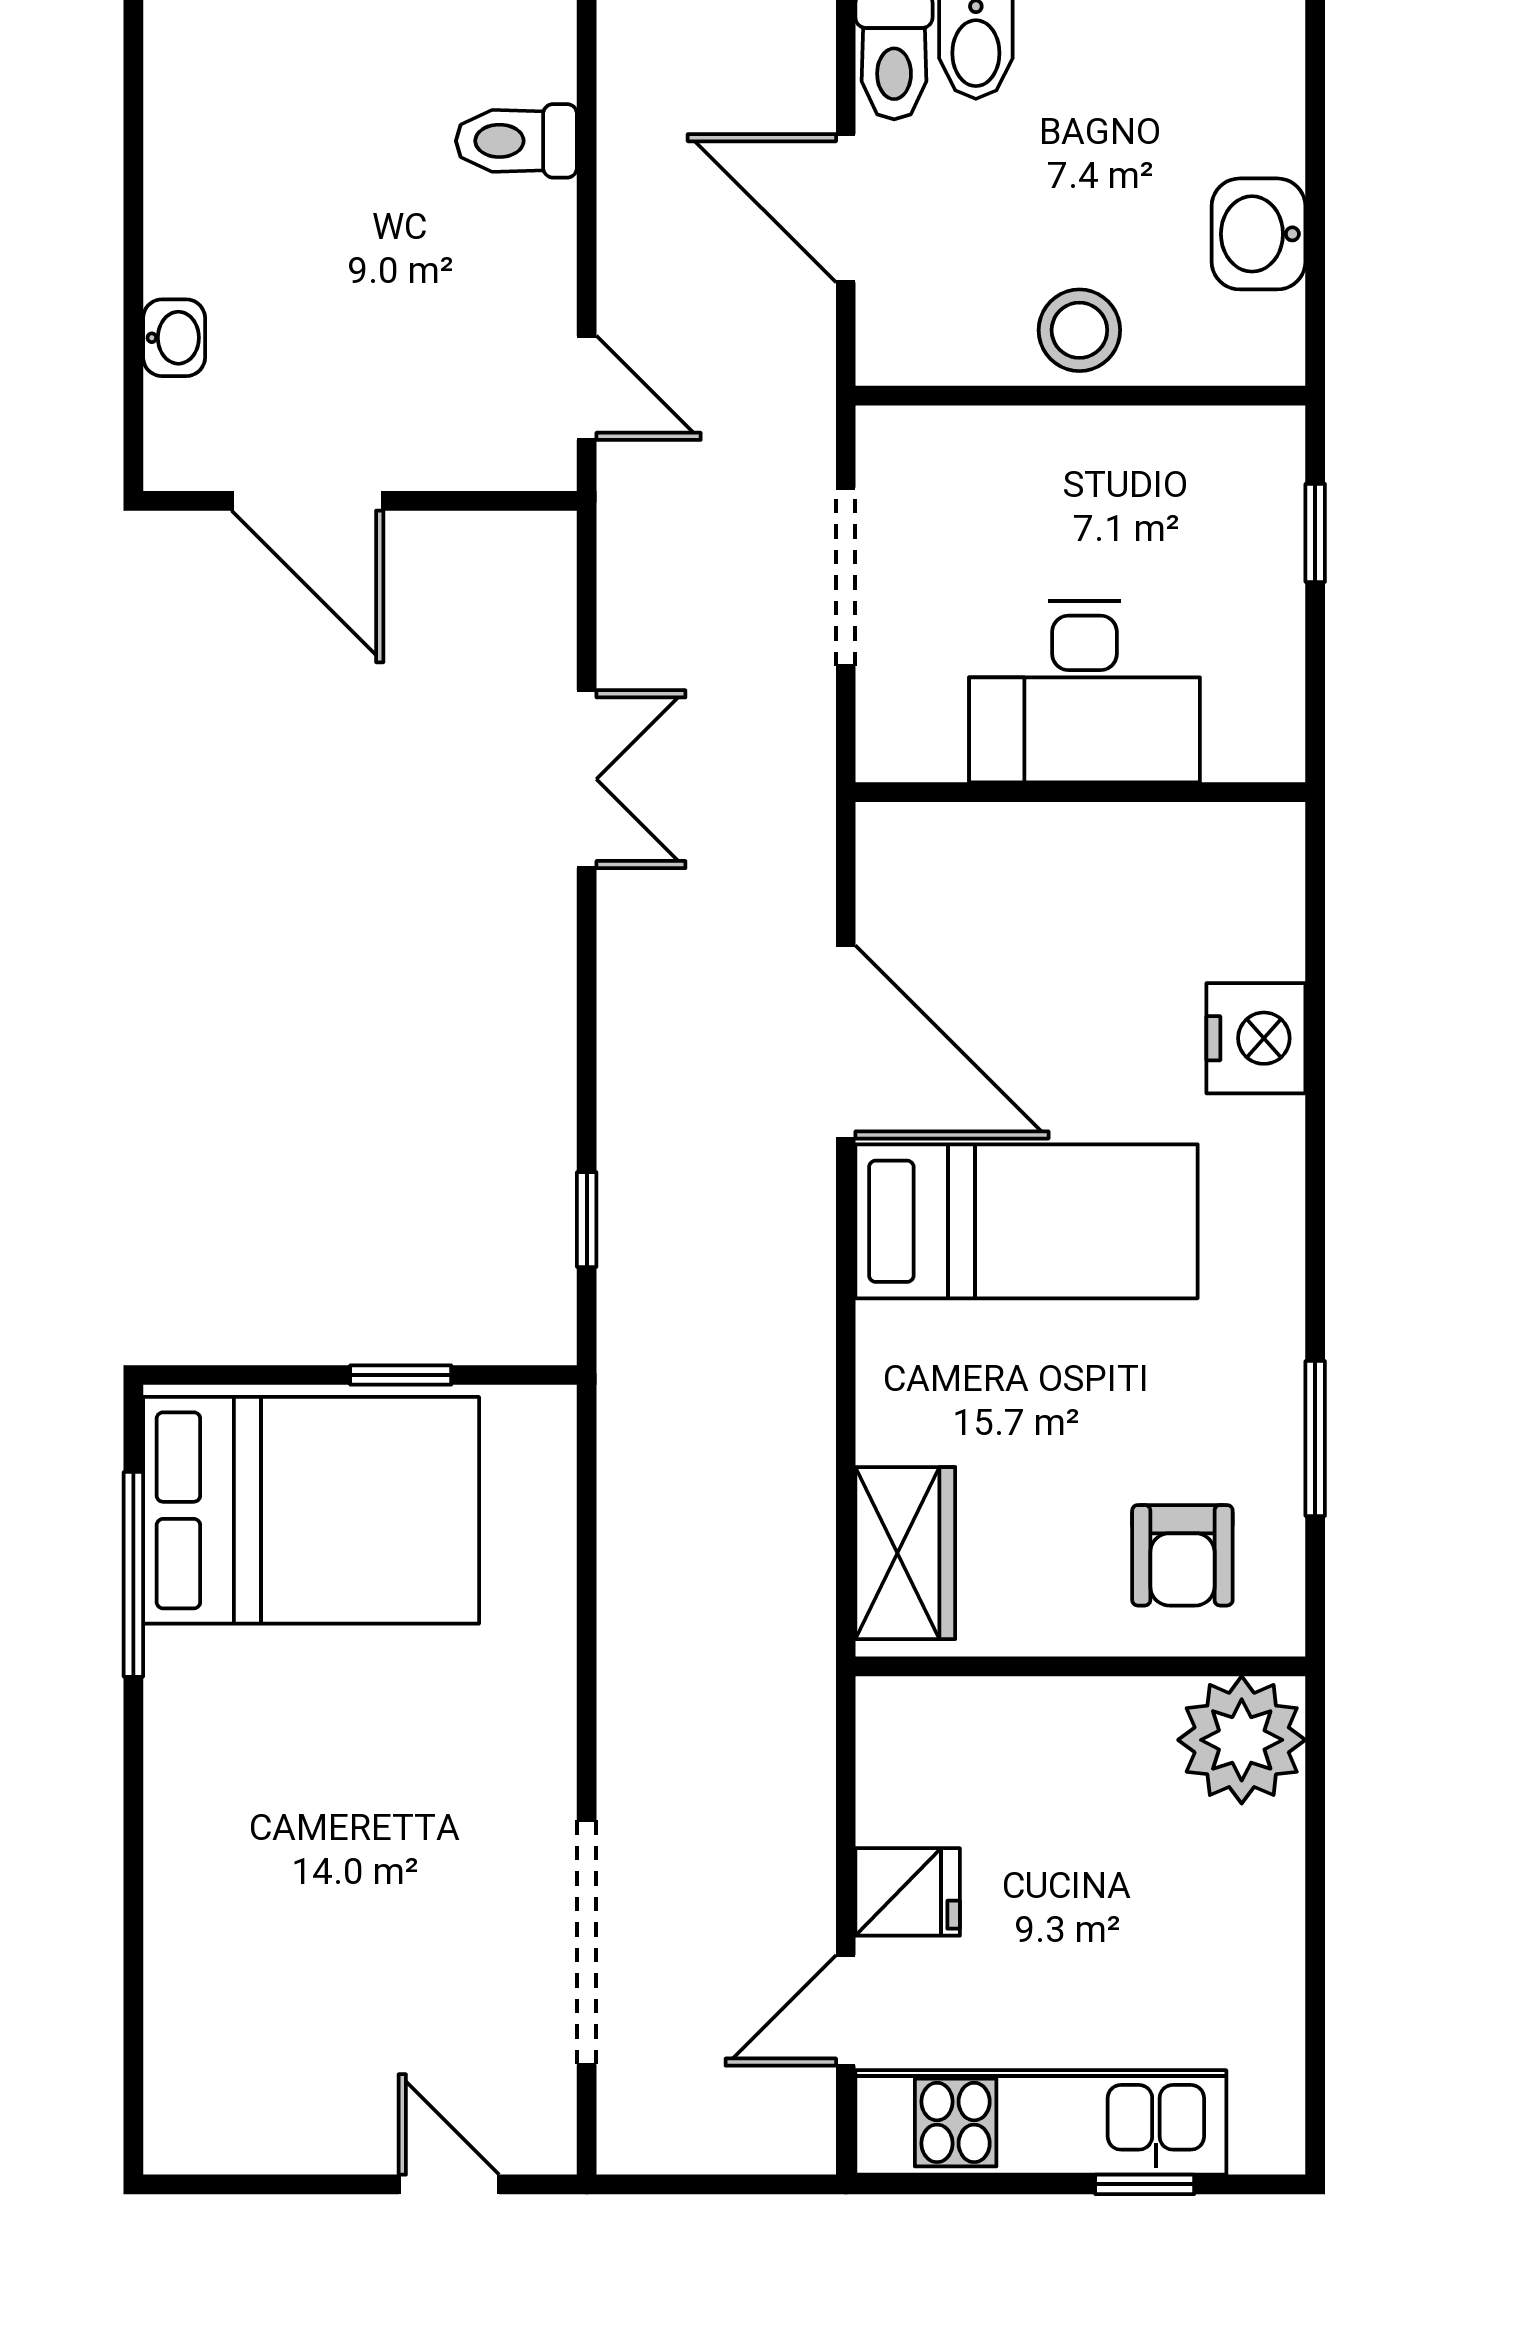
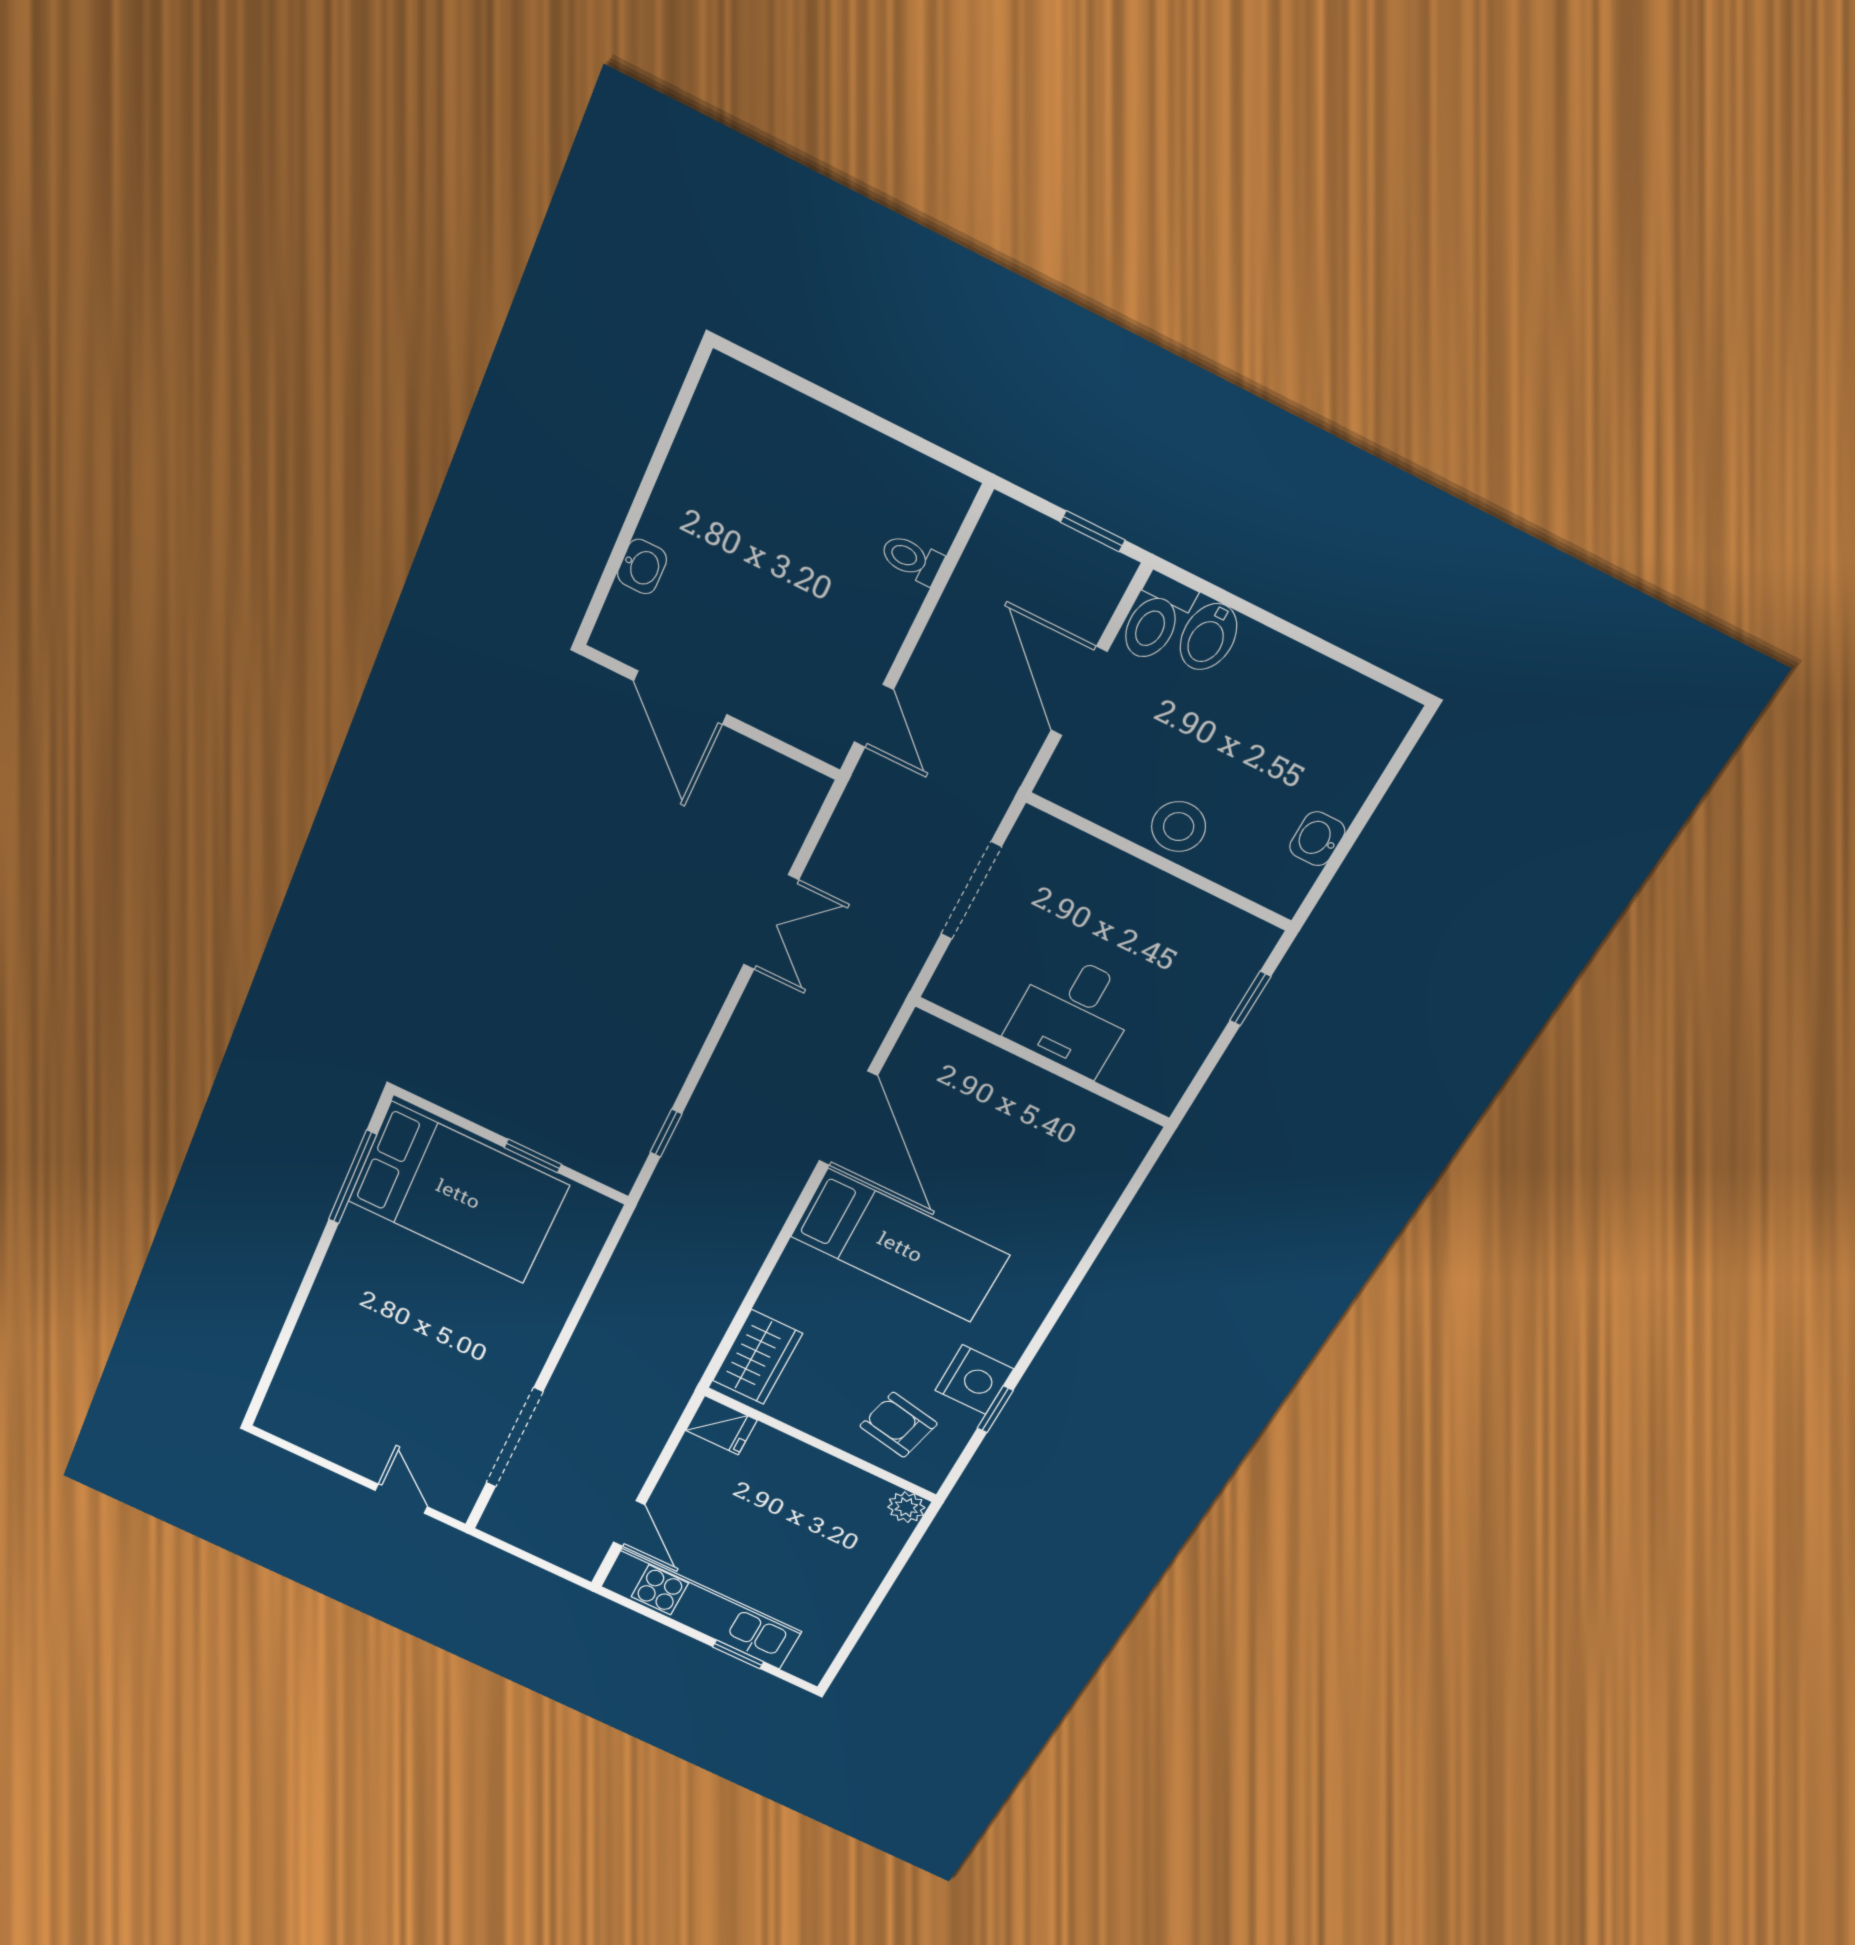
toilet: (516, 141) -> (912, 559), width x0.73, depth x0.72
washbasin: (1259, 234) -> (1317, 839), width x0.72, depth x0.69
desk: (1084, 692) -> (1073, 1014), width x0.73
nightstand: (1256, 1038) -> (974, 1380), moved
window: (1315, 1438) -> (995, 1409), width x0.67
armchair: (1182, 1555) -> (898, 1425), turned 102
plant: (1242, 1740) -> (906, 1507), width x0.53, depth x0.53
fridge: (908, 1892) -> (721, 1425), moved
door: (846, 2010) -> (629, 1523), swing flipped

